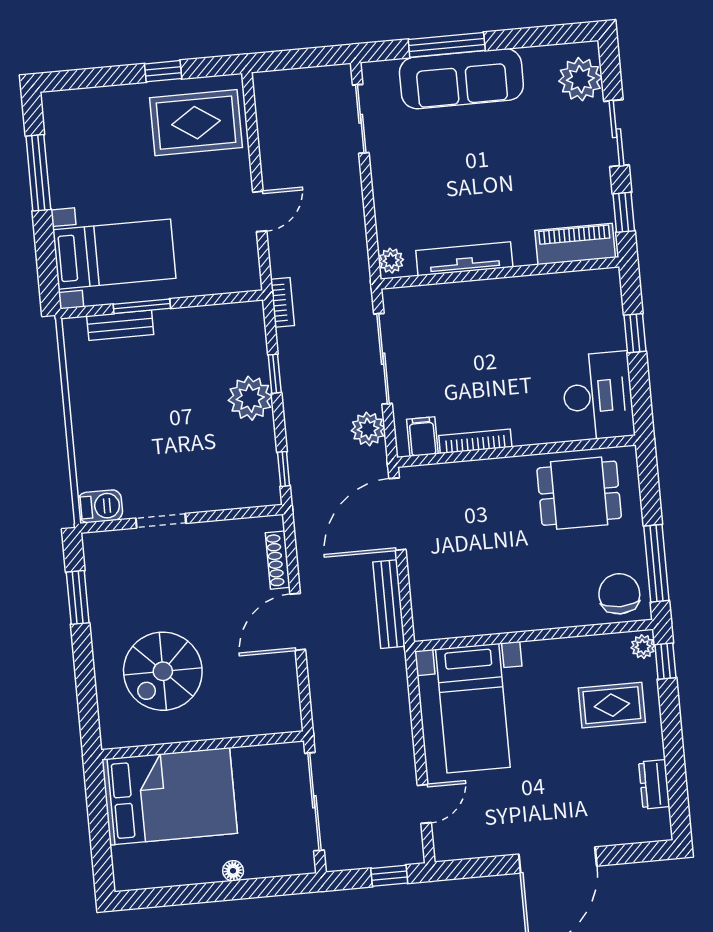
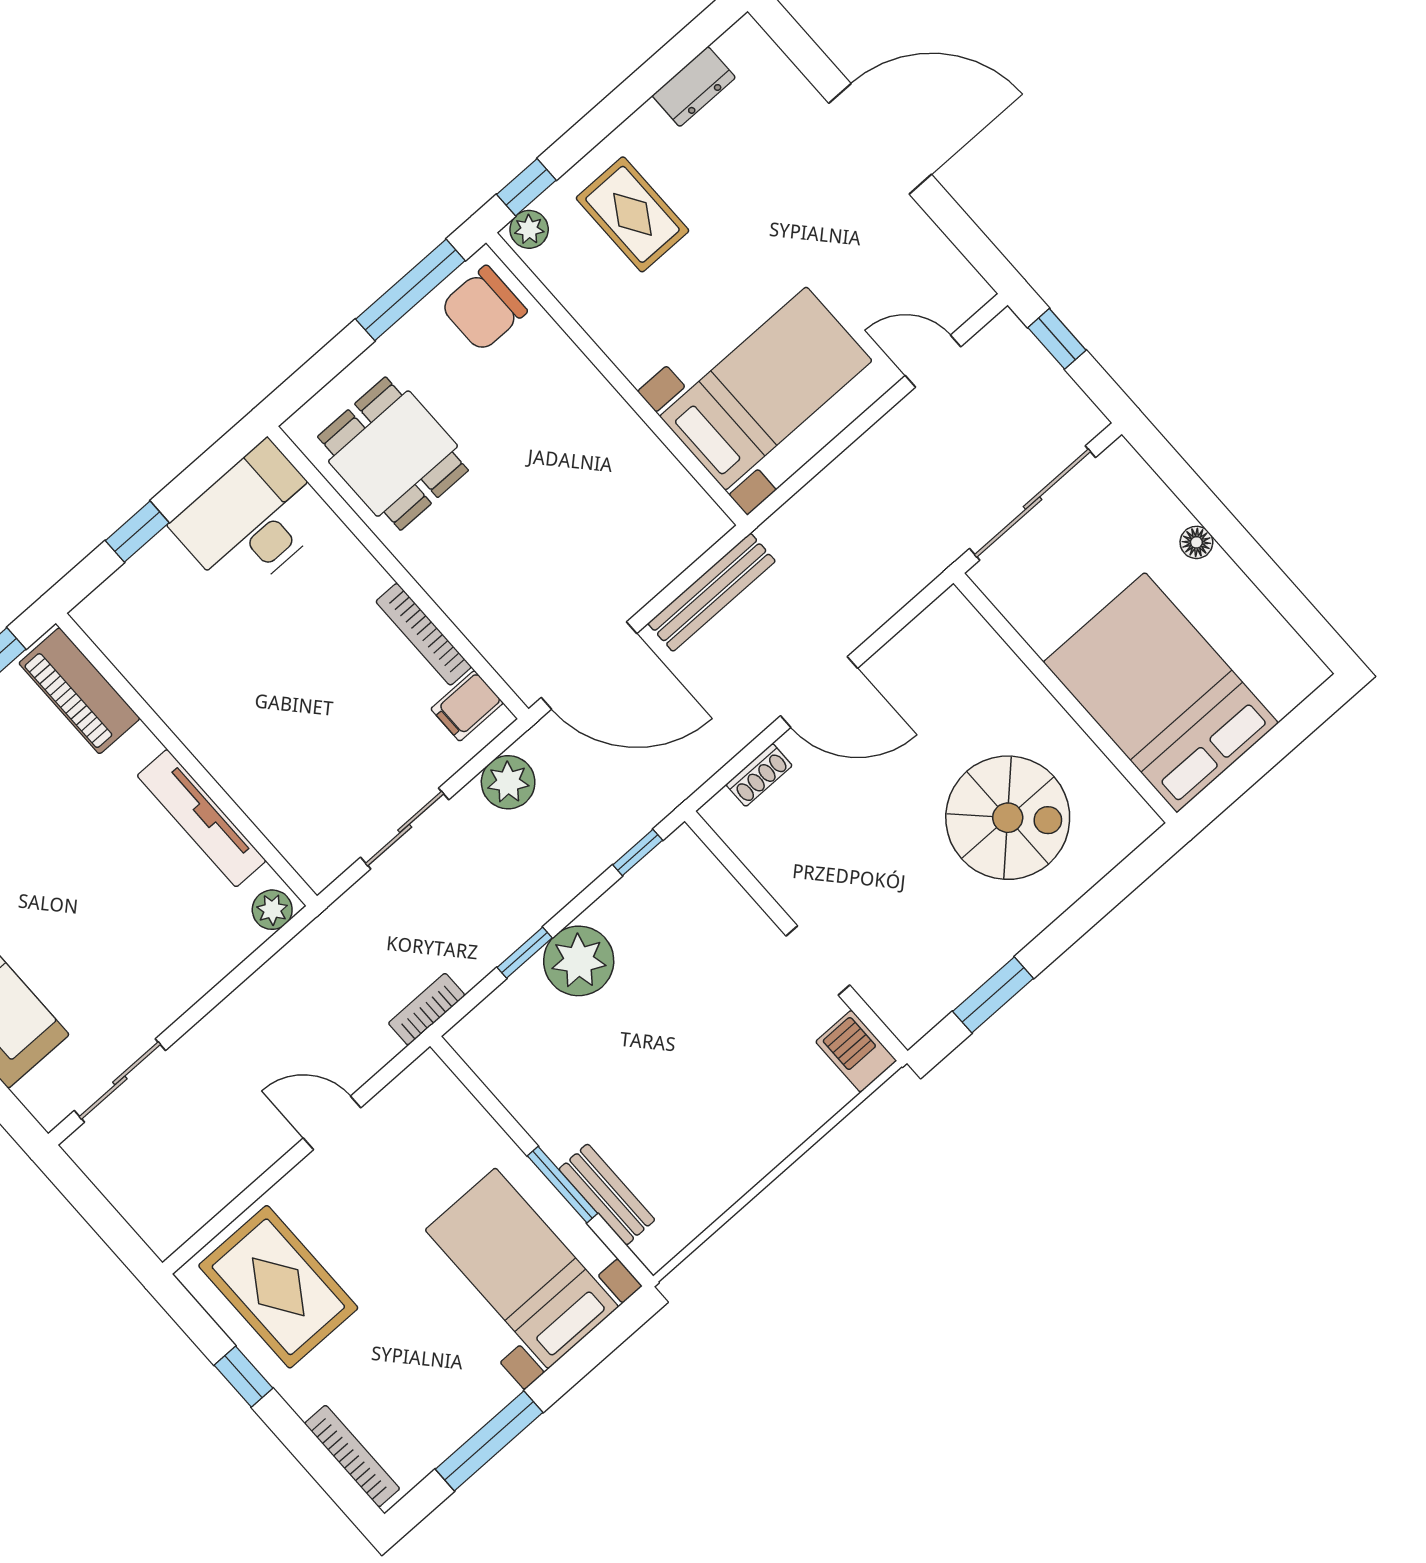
bookcase: (82, 97) -> (352, 1456), added
sliding door: (383, 359) -> (405, 829), width x0.73
shoe rack: (278, 560) -> (759, 775), width x0.70

